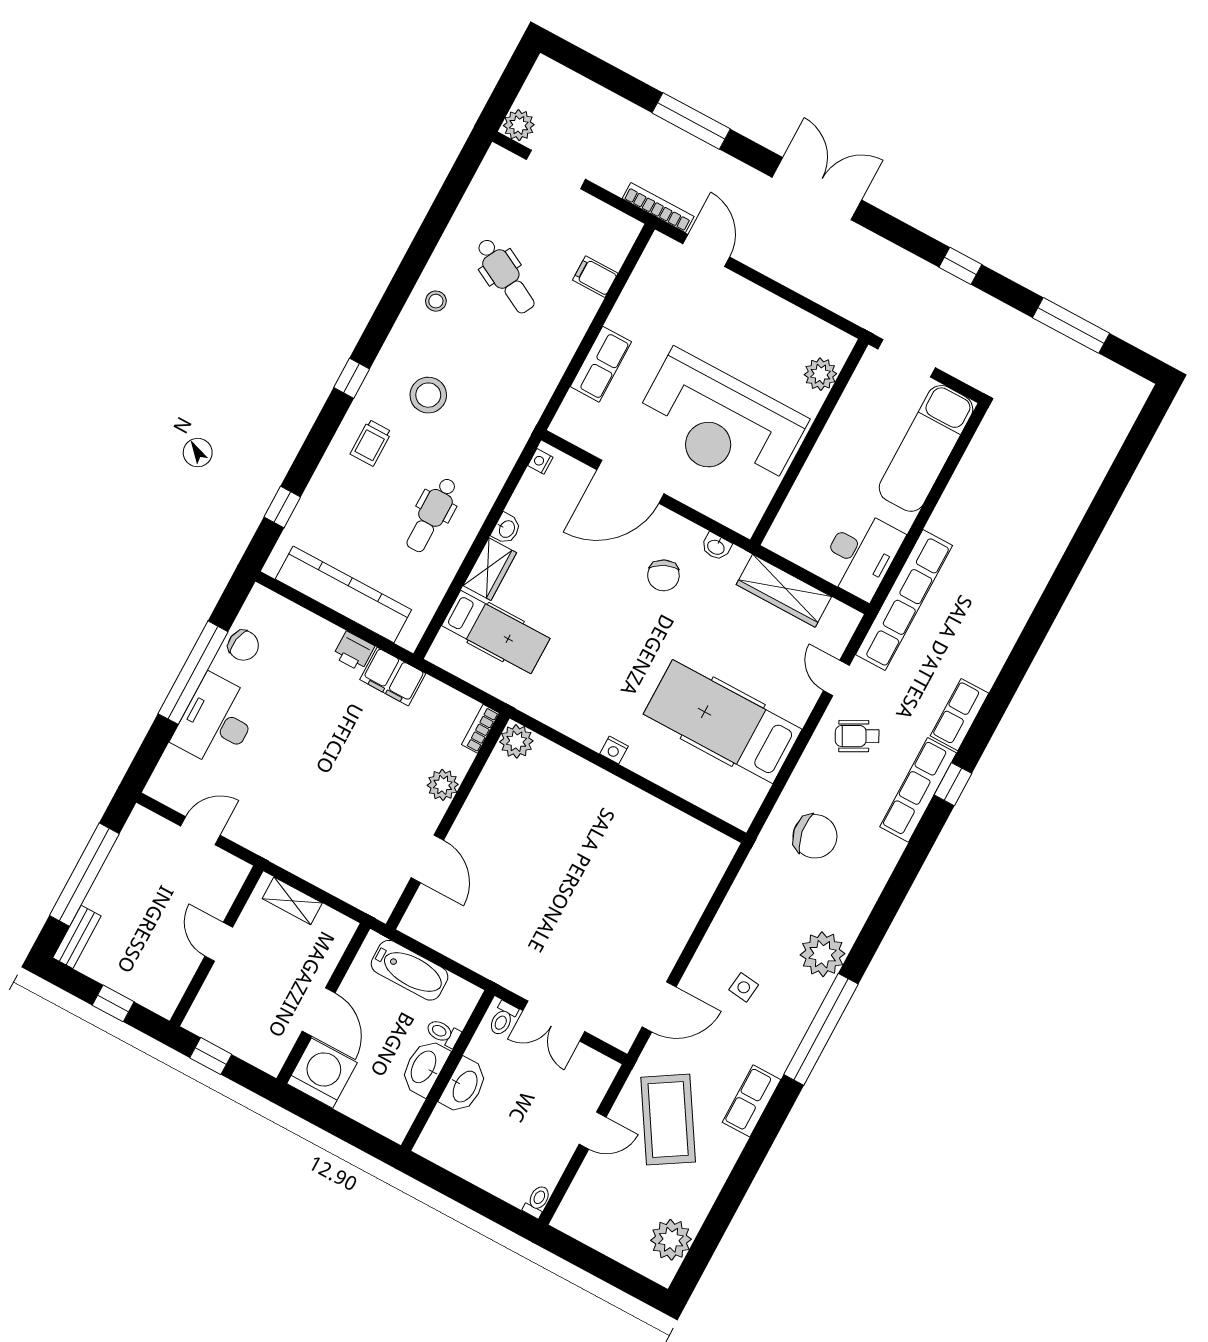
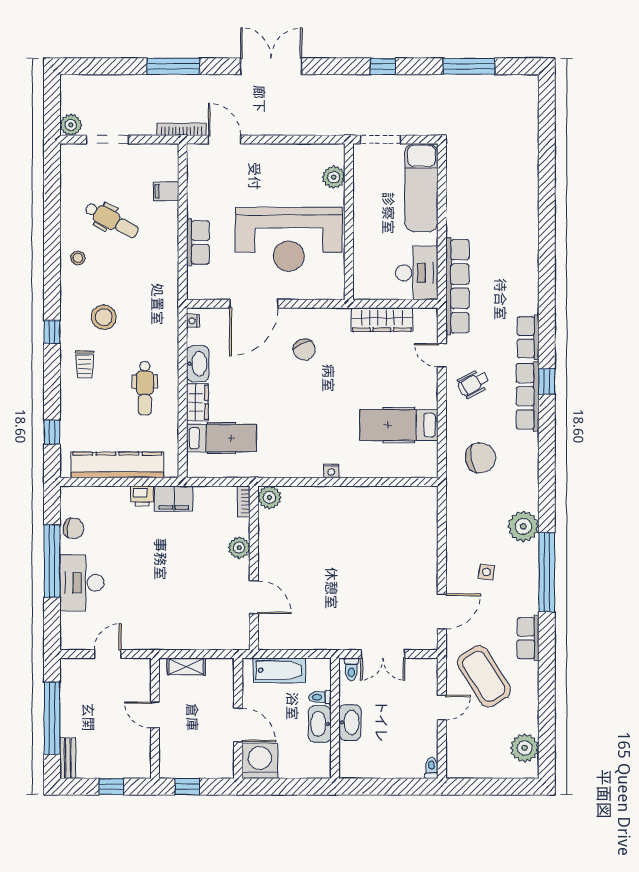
washbasin: (506, 529) -> (198, 364), width x1.91, depth x1.45
washbasin: (716, 547) -> (327, 315), removed
hospital bed: (723, 722) -> (399, 425), width x0.73, depth x0.78

